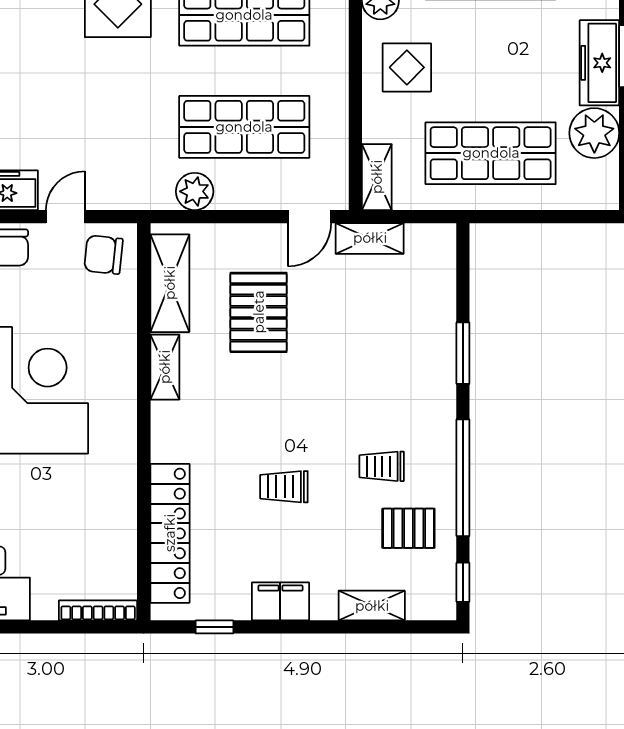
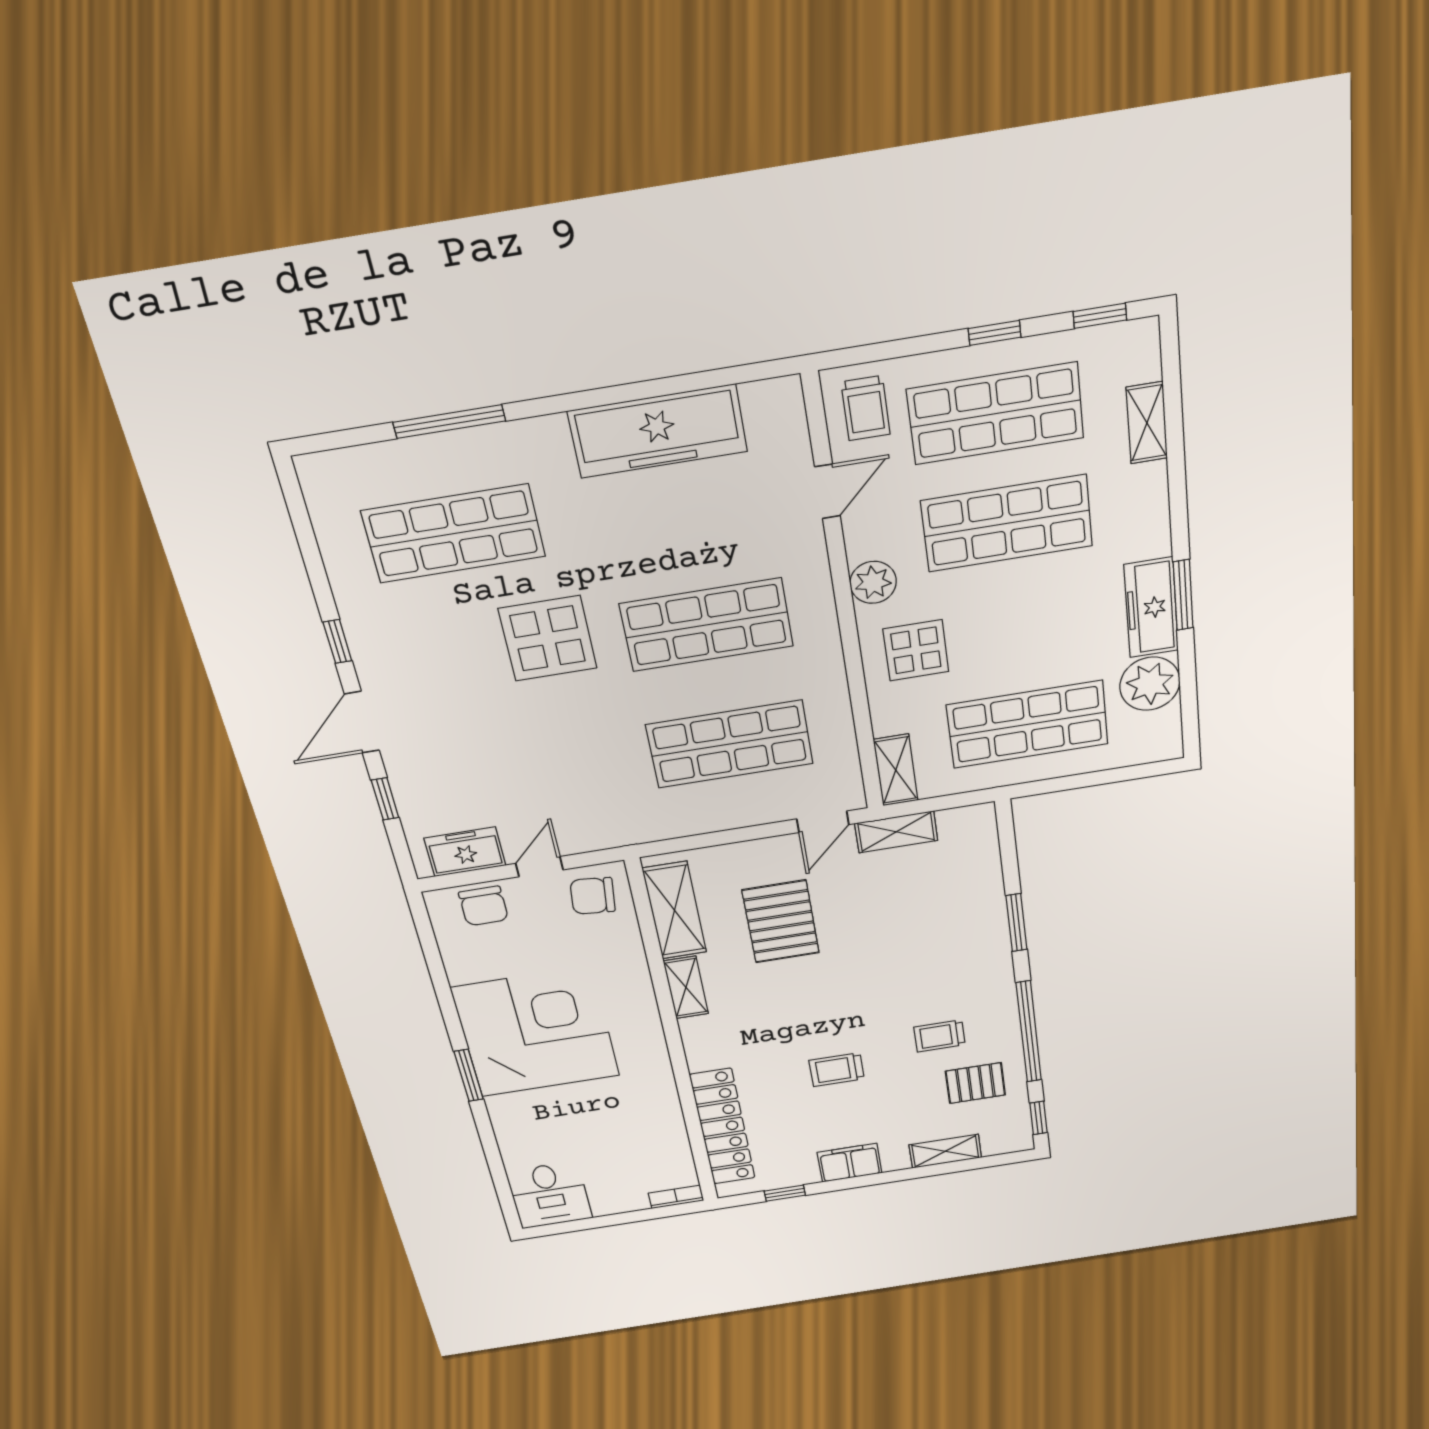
plant: (195, 191) -> (684, 818), removed
bookcase: (98, 610) -> (676, 1197), width x0.64

